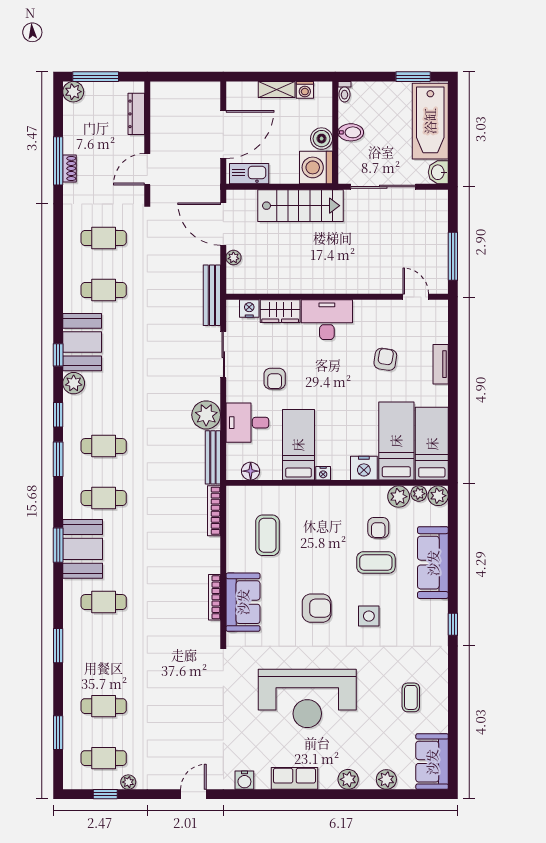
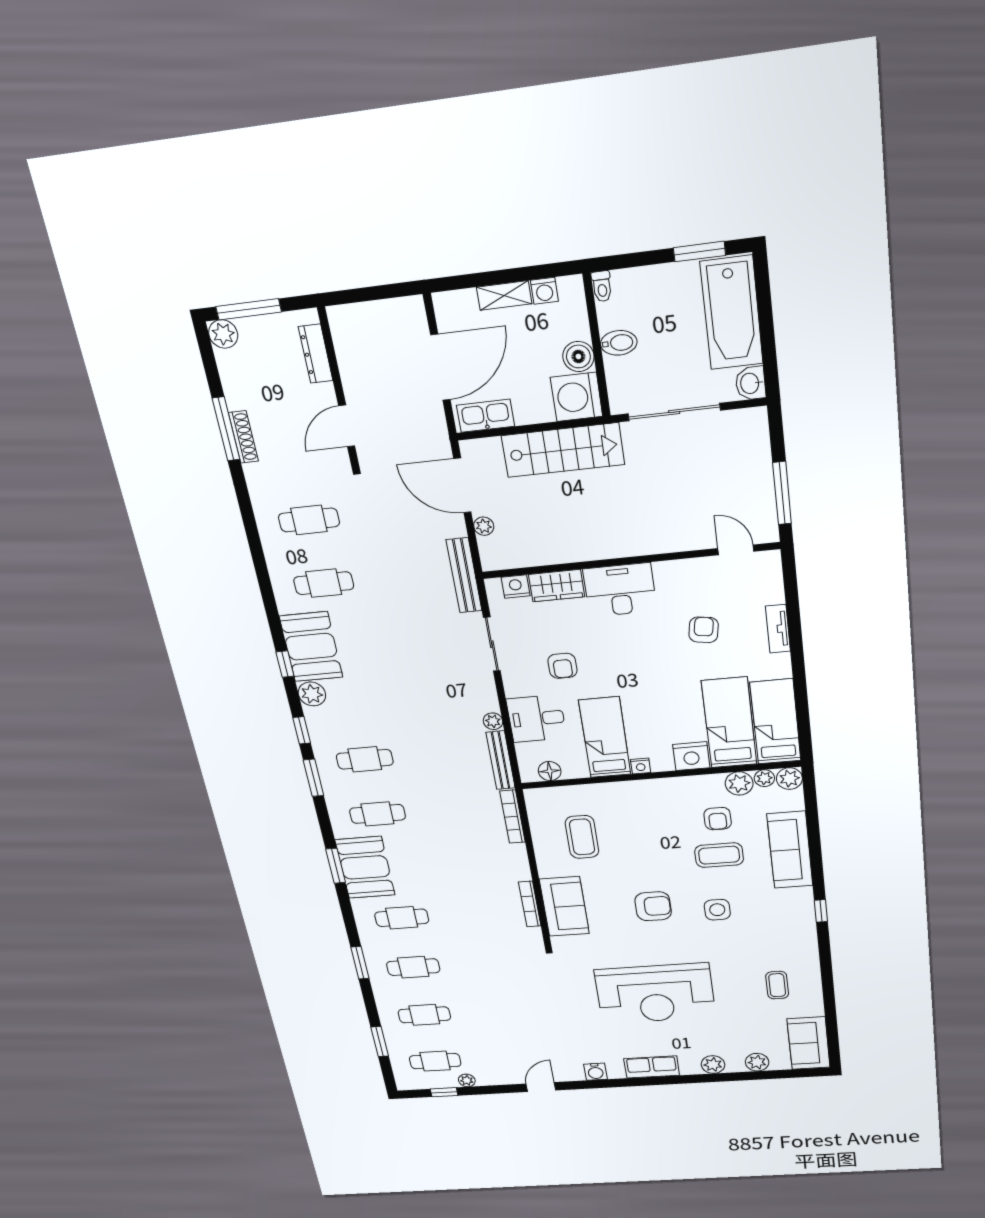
shoe rack: (69, 168) -> (243, 437), width x1.43
plant: (206, 415) -> (493, 721), width x0.53, depth x0.53
cafe table: (104, 654) -> (413, 967), added

